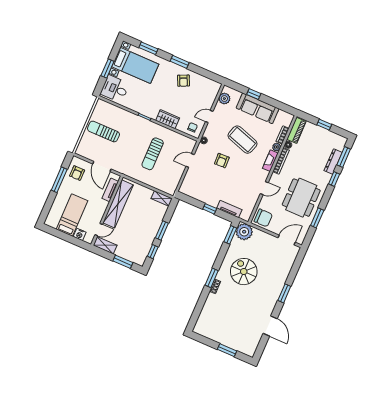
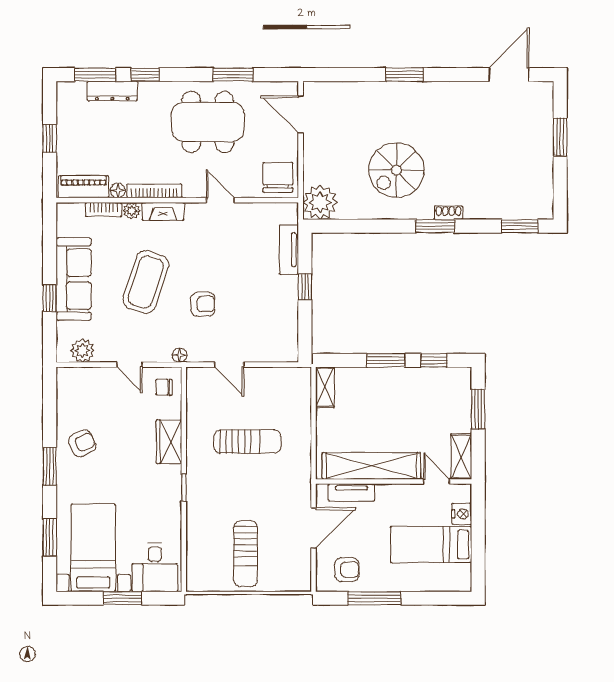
window: (230, 235) -> (520, 226), moved
door: (270, 326) -> (509, 75), moved

